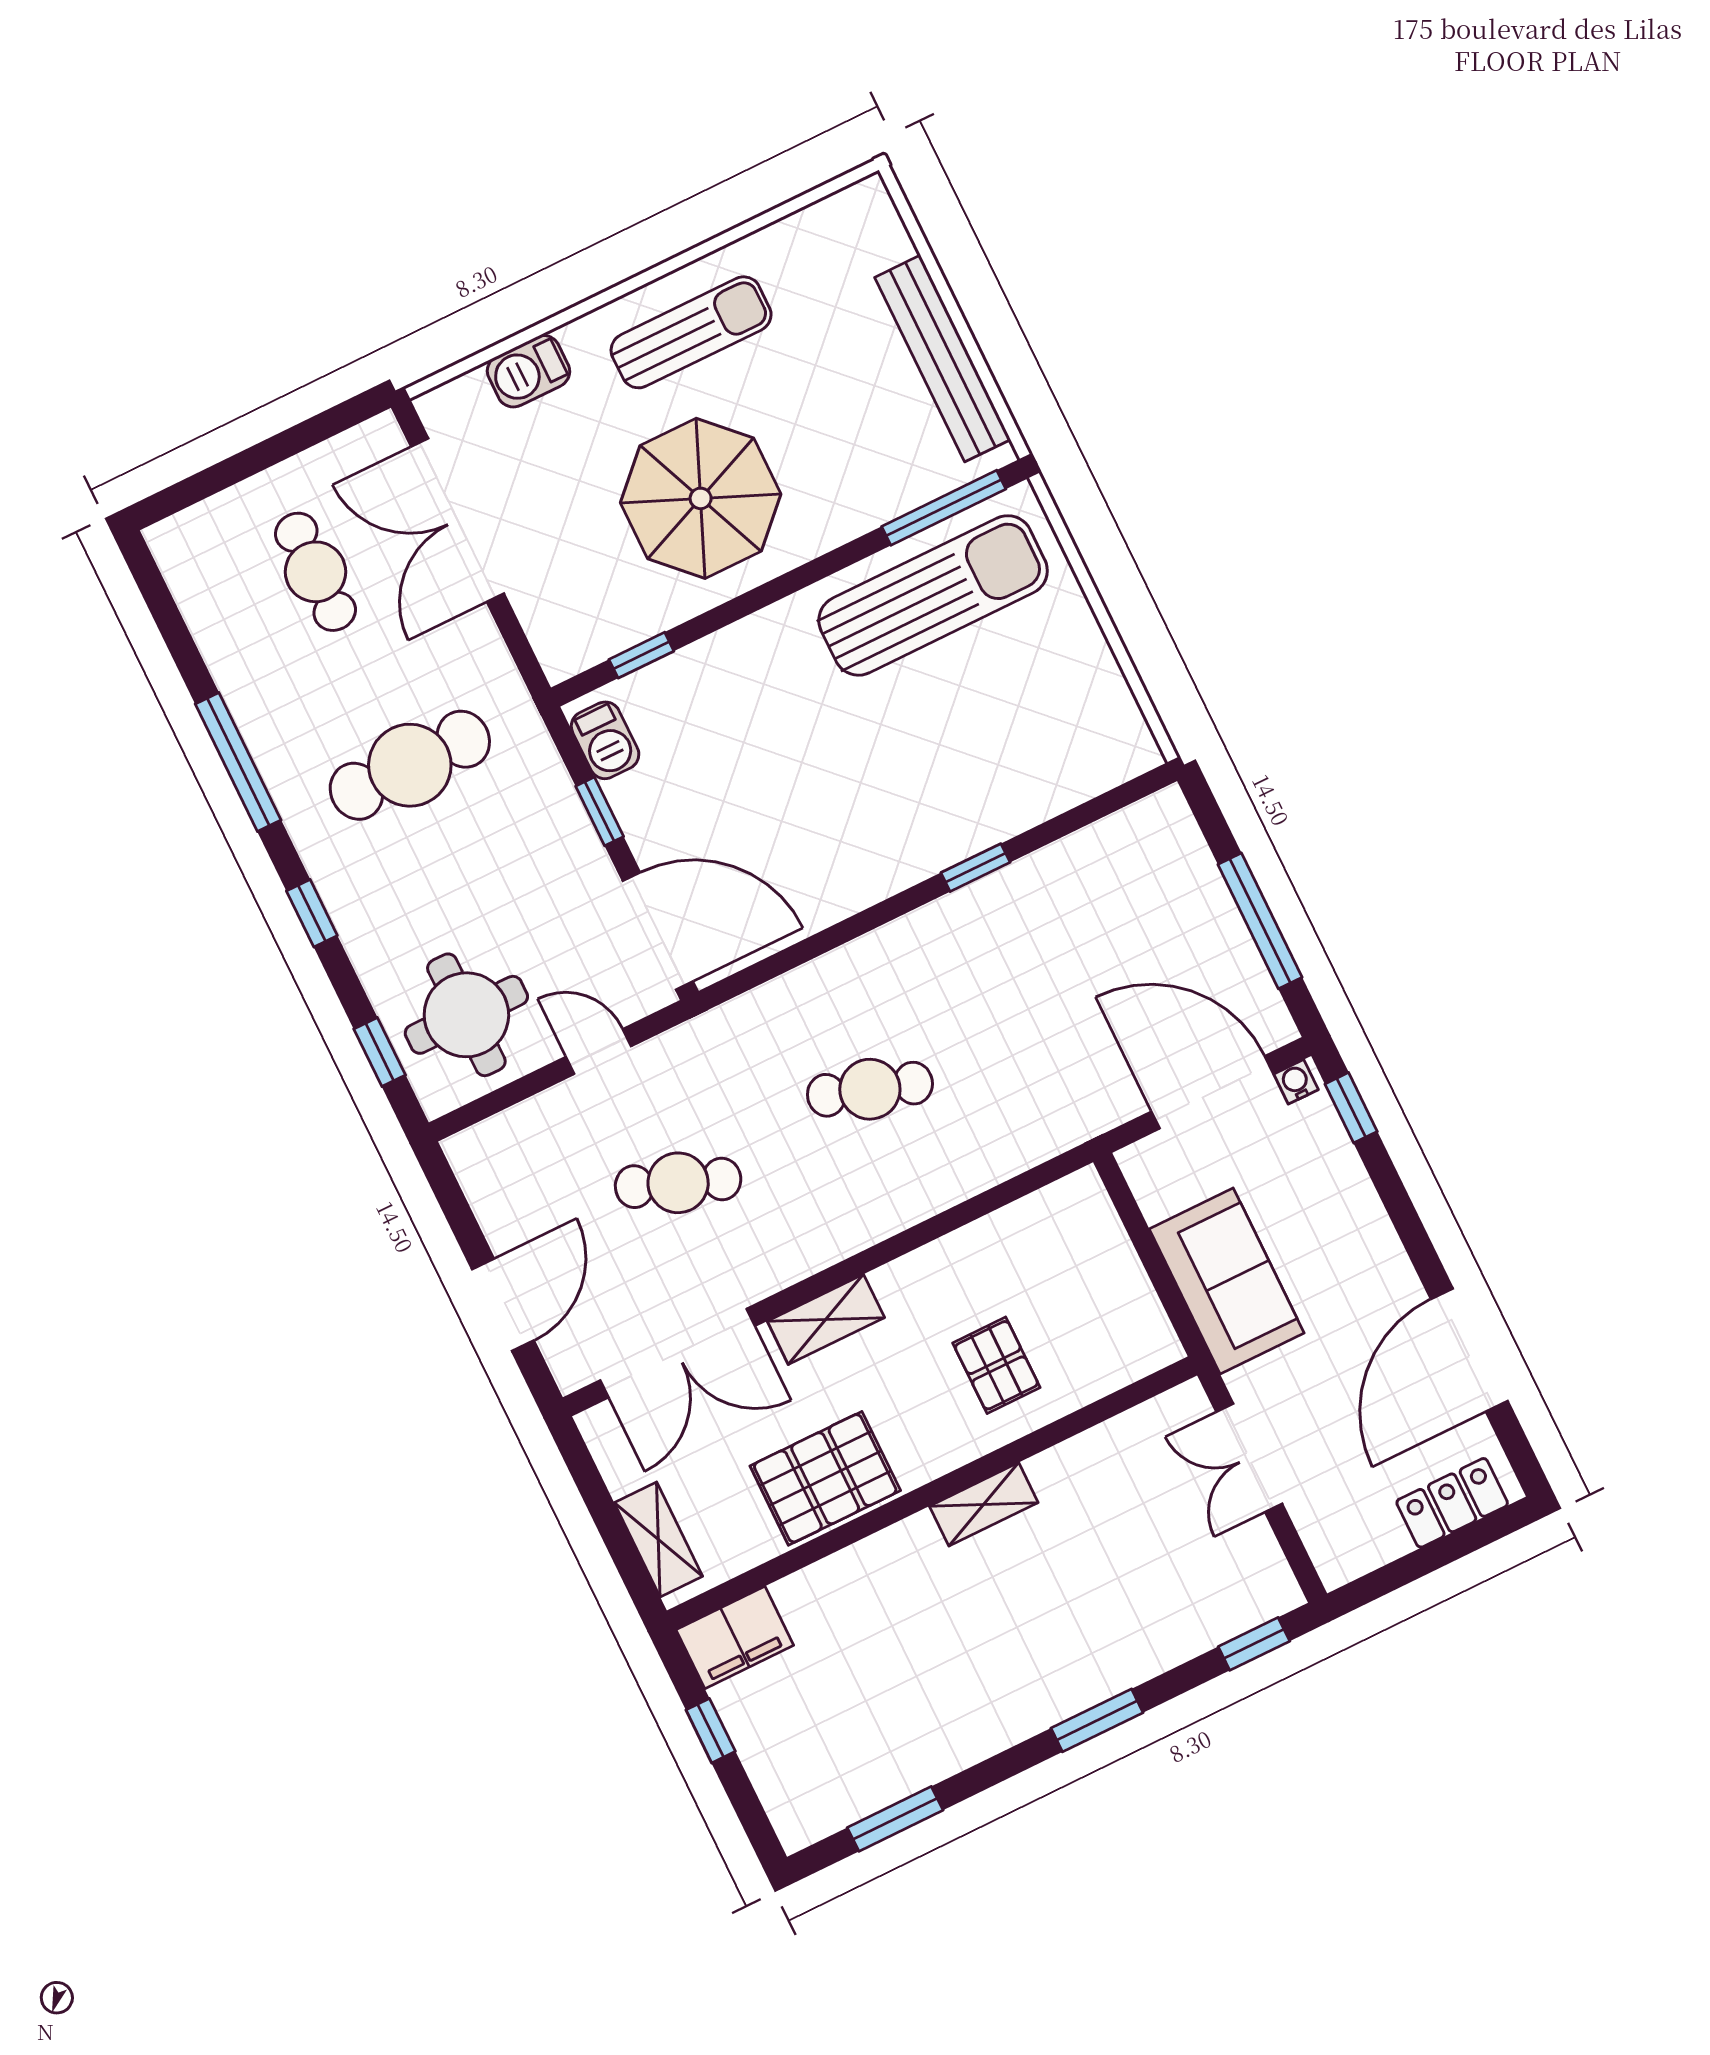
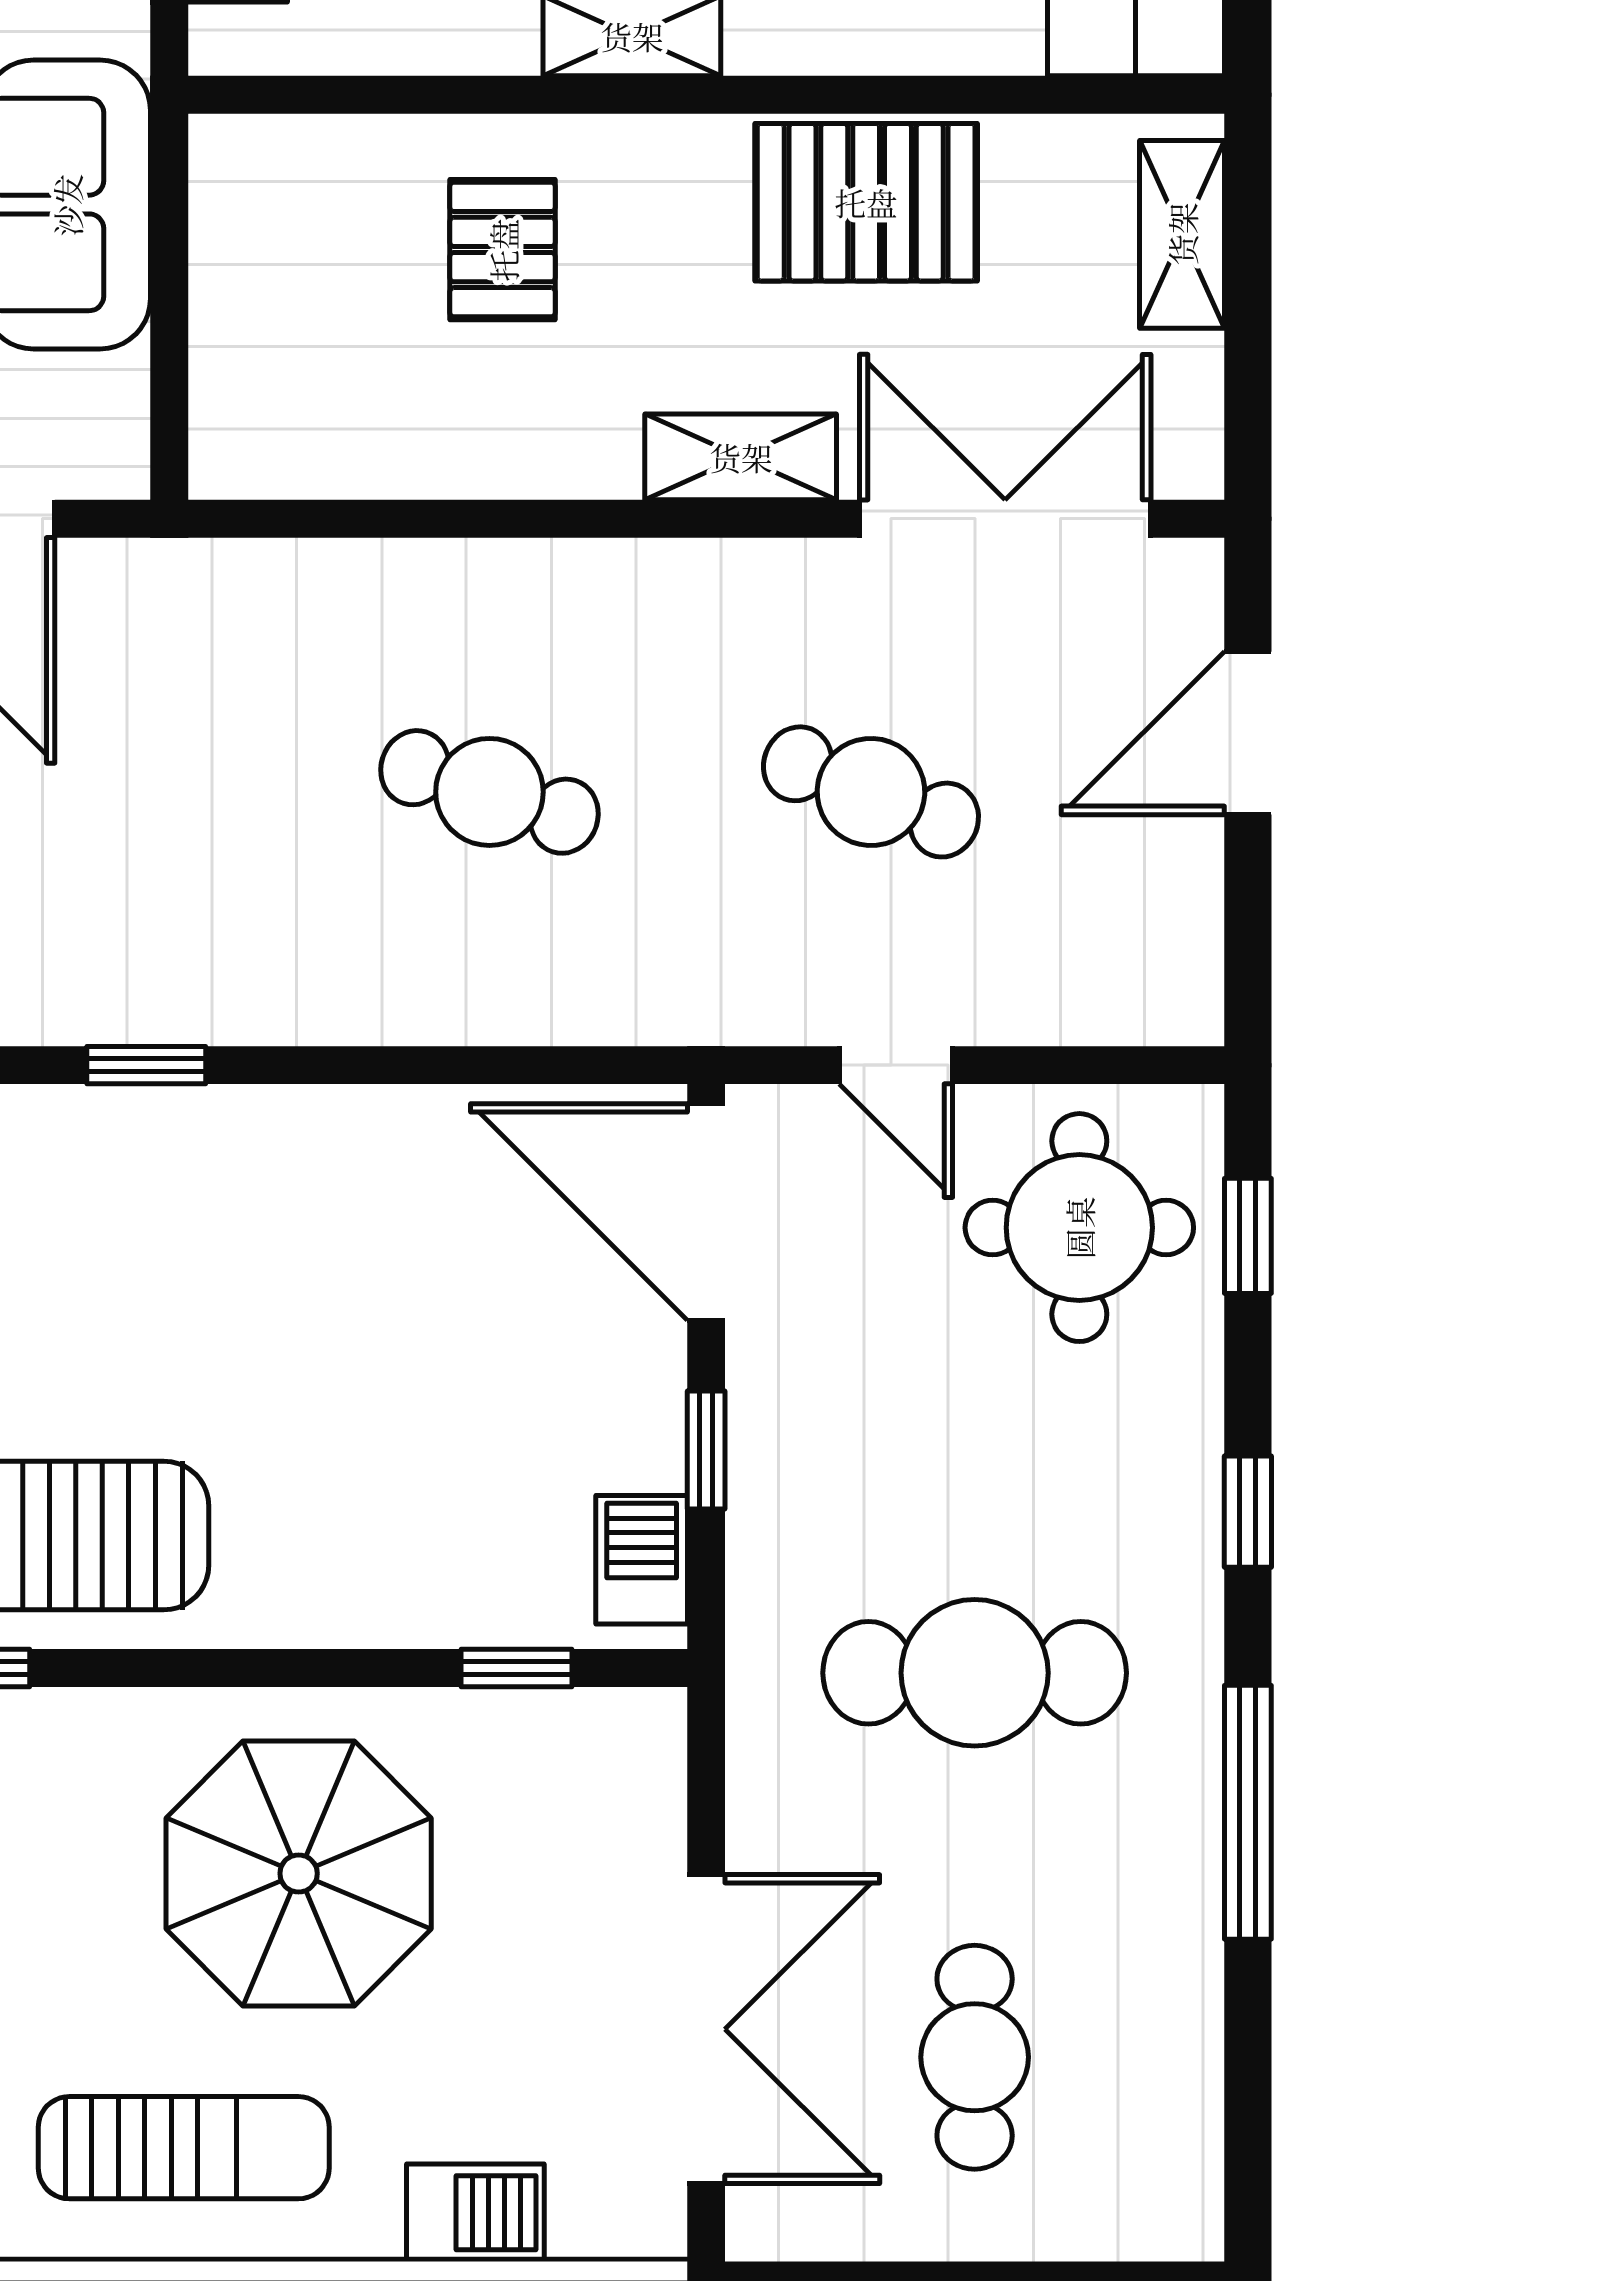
sun lounger: (691, 332) -> (184, 2148), turned 180

